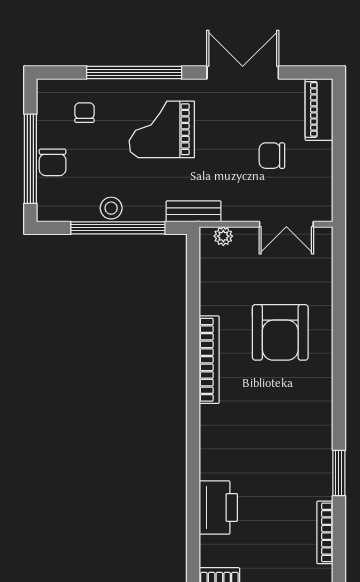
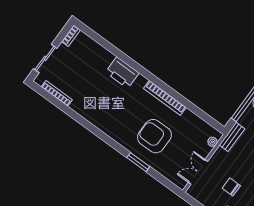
chair: (272, 156) -> (231, 187), turned -90
window: (339, 473) -> (138, 162), moved
printer: (218, 508) -> (122, 73), moved

